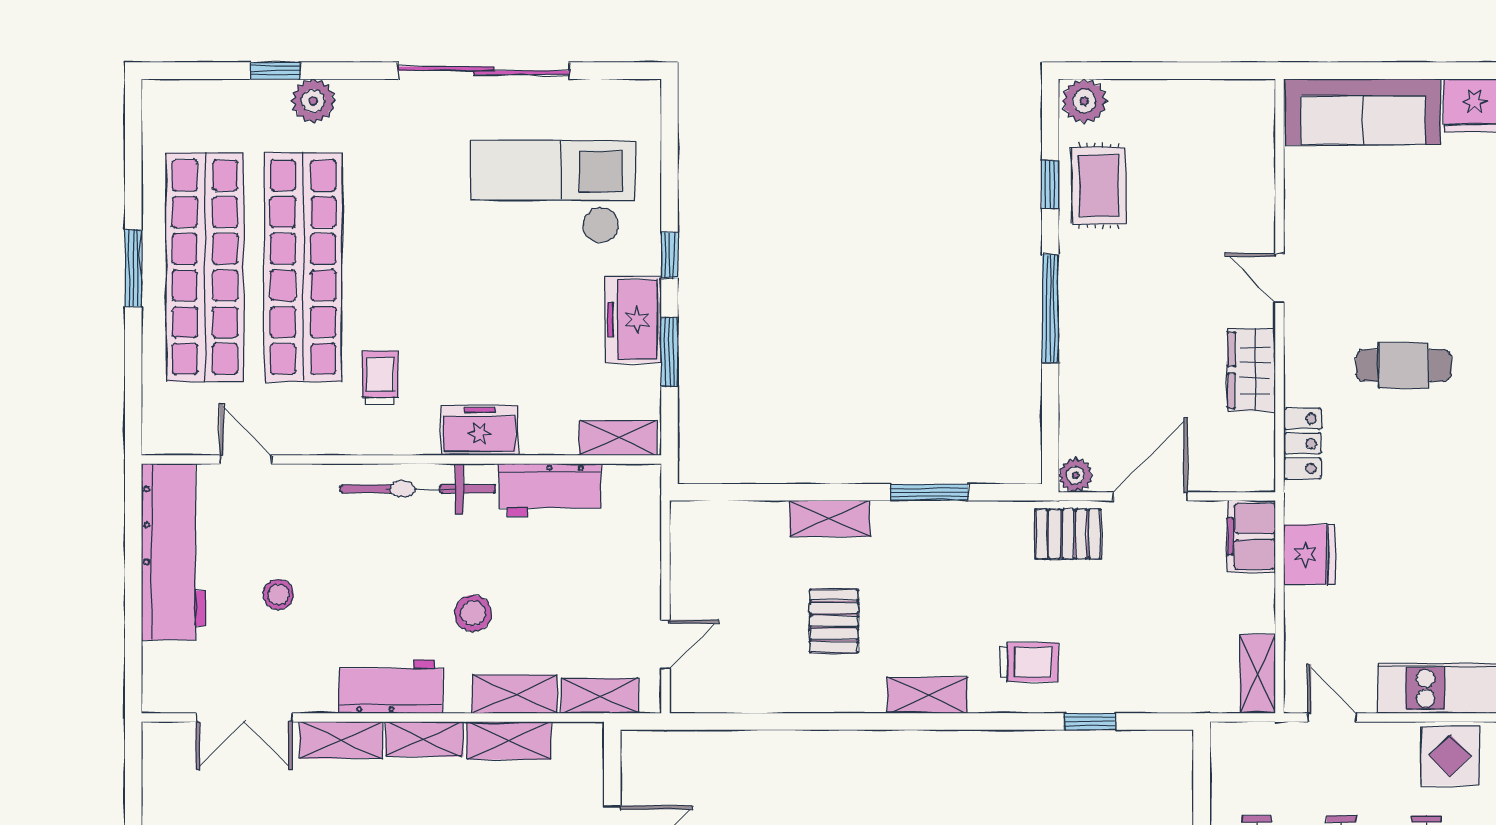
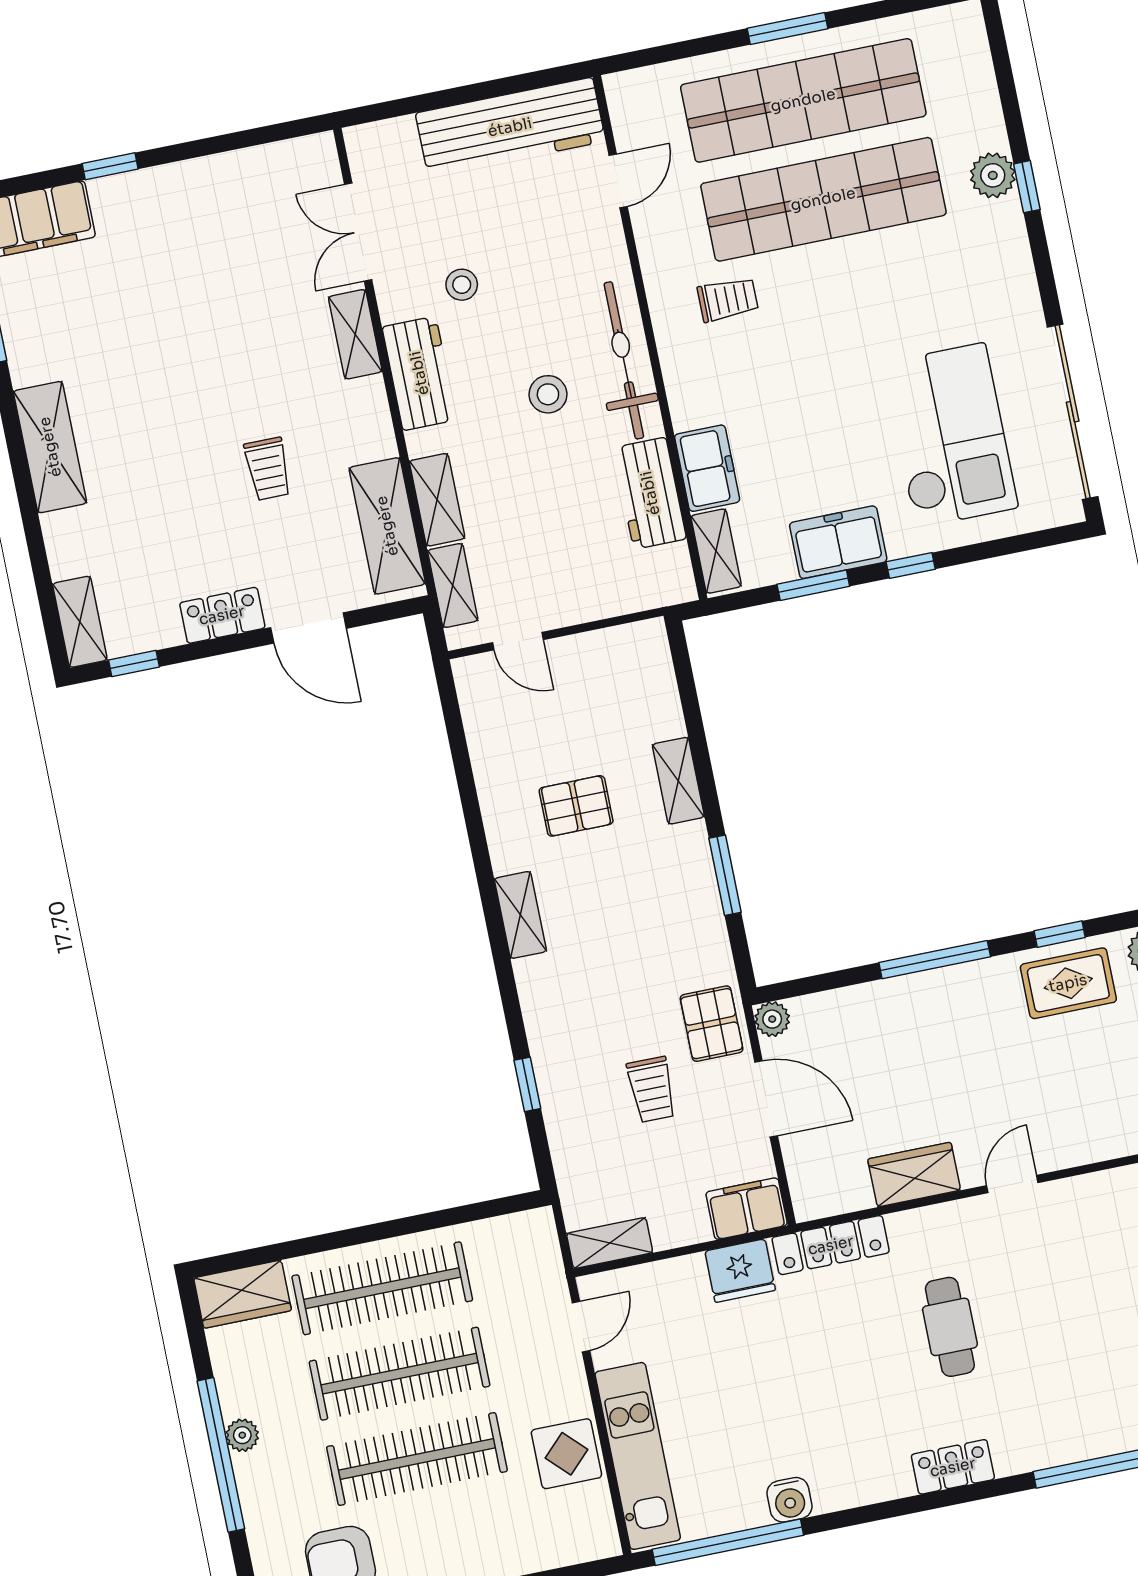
window: (275, 71) -> (1027, 187), moved
sliding door: (484, 71) -> (1073, 412), moved
freezer: (480, 430) -> (707, 468), moved
locker: (1302, 444) -> (831, 1245), width x1.53
stool: (278, 595) -> (462, 285), moved
stool: (473, 613) -> (548, 394), moved
trolley: (1029, 662) -> (652, 1089), moved
shelving: (425, 739) -> (373, 418), removed
shelving: (509, 741) -> (387, 526), width x1.50, depth x1.33

